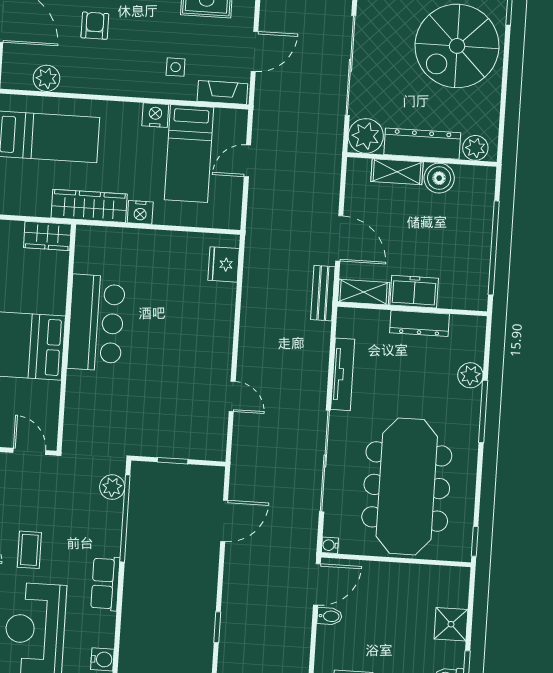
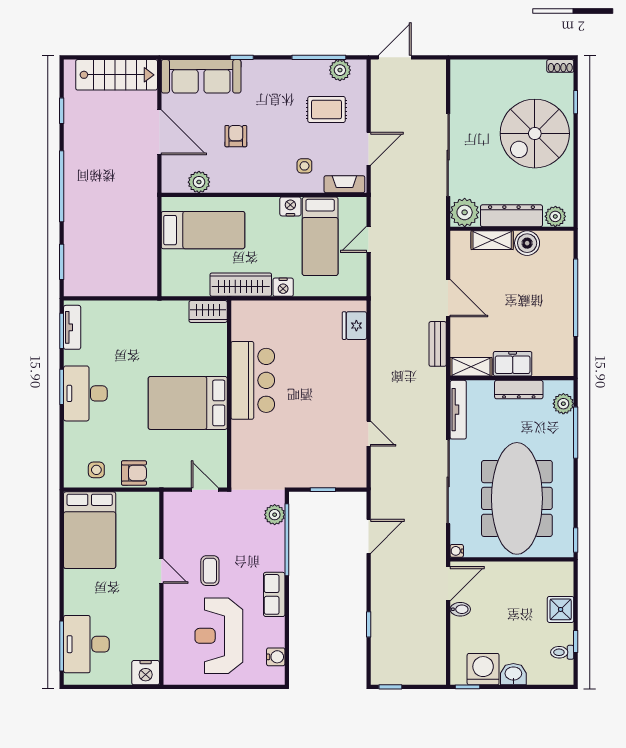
shelving: (364, 292) -> (471, 367), moved
freezer: (414, 292) -> (513, 364), moved
wall: (412, 309) -> (512, 378), moved
dresser: (420, 323) -> (519, 390), moved

